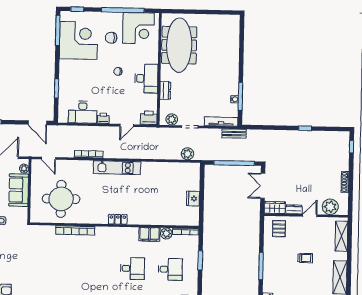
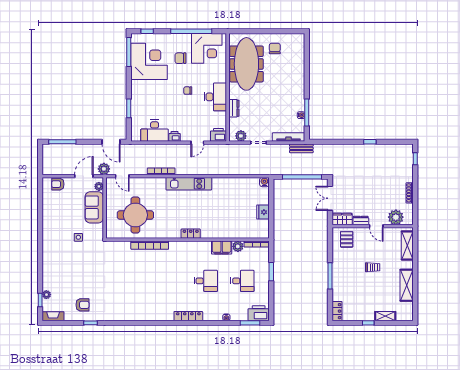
chair: (209, 30) -> (275, 48), added
plant: (187, 154) -> (104, 169), moved
water cooler: (195, 168) -> (264, 182), added
door: (310, 216) -> (376, 226), swing flipped

